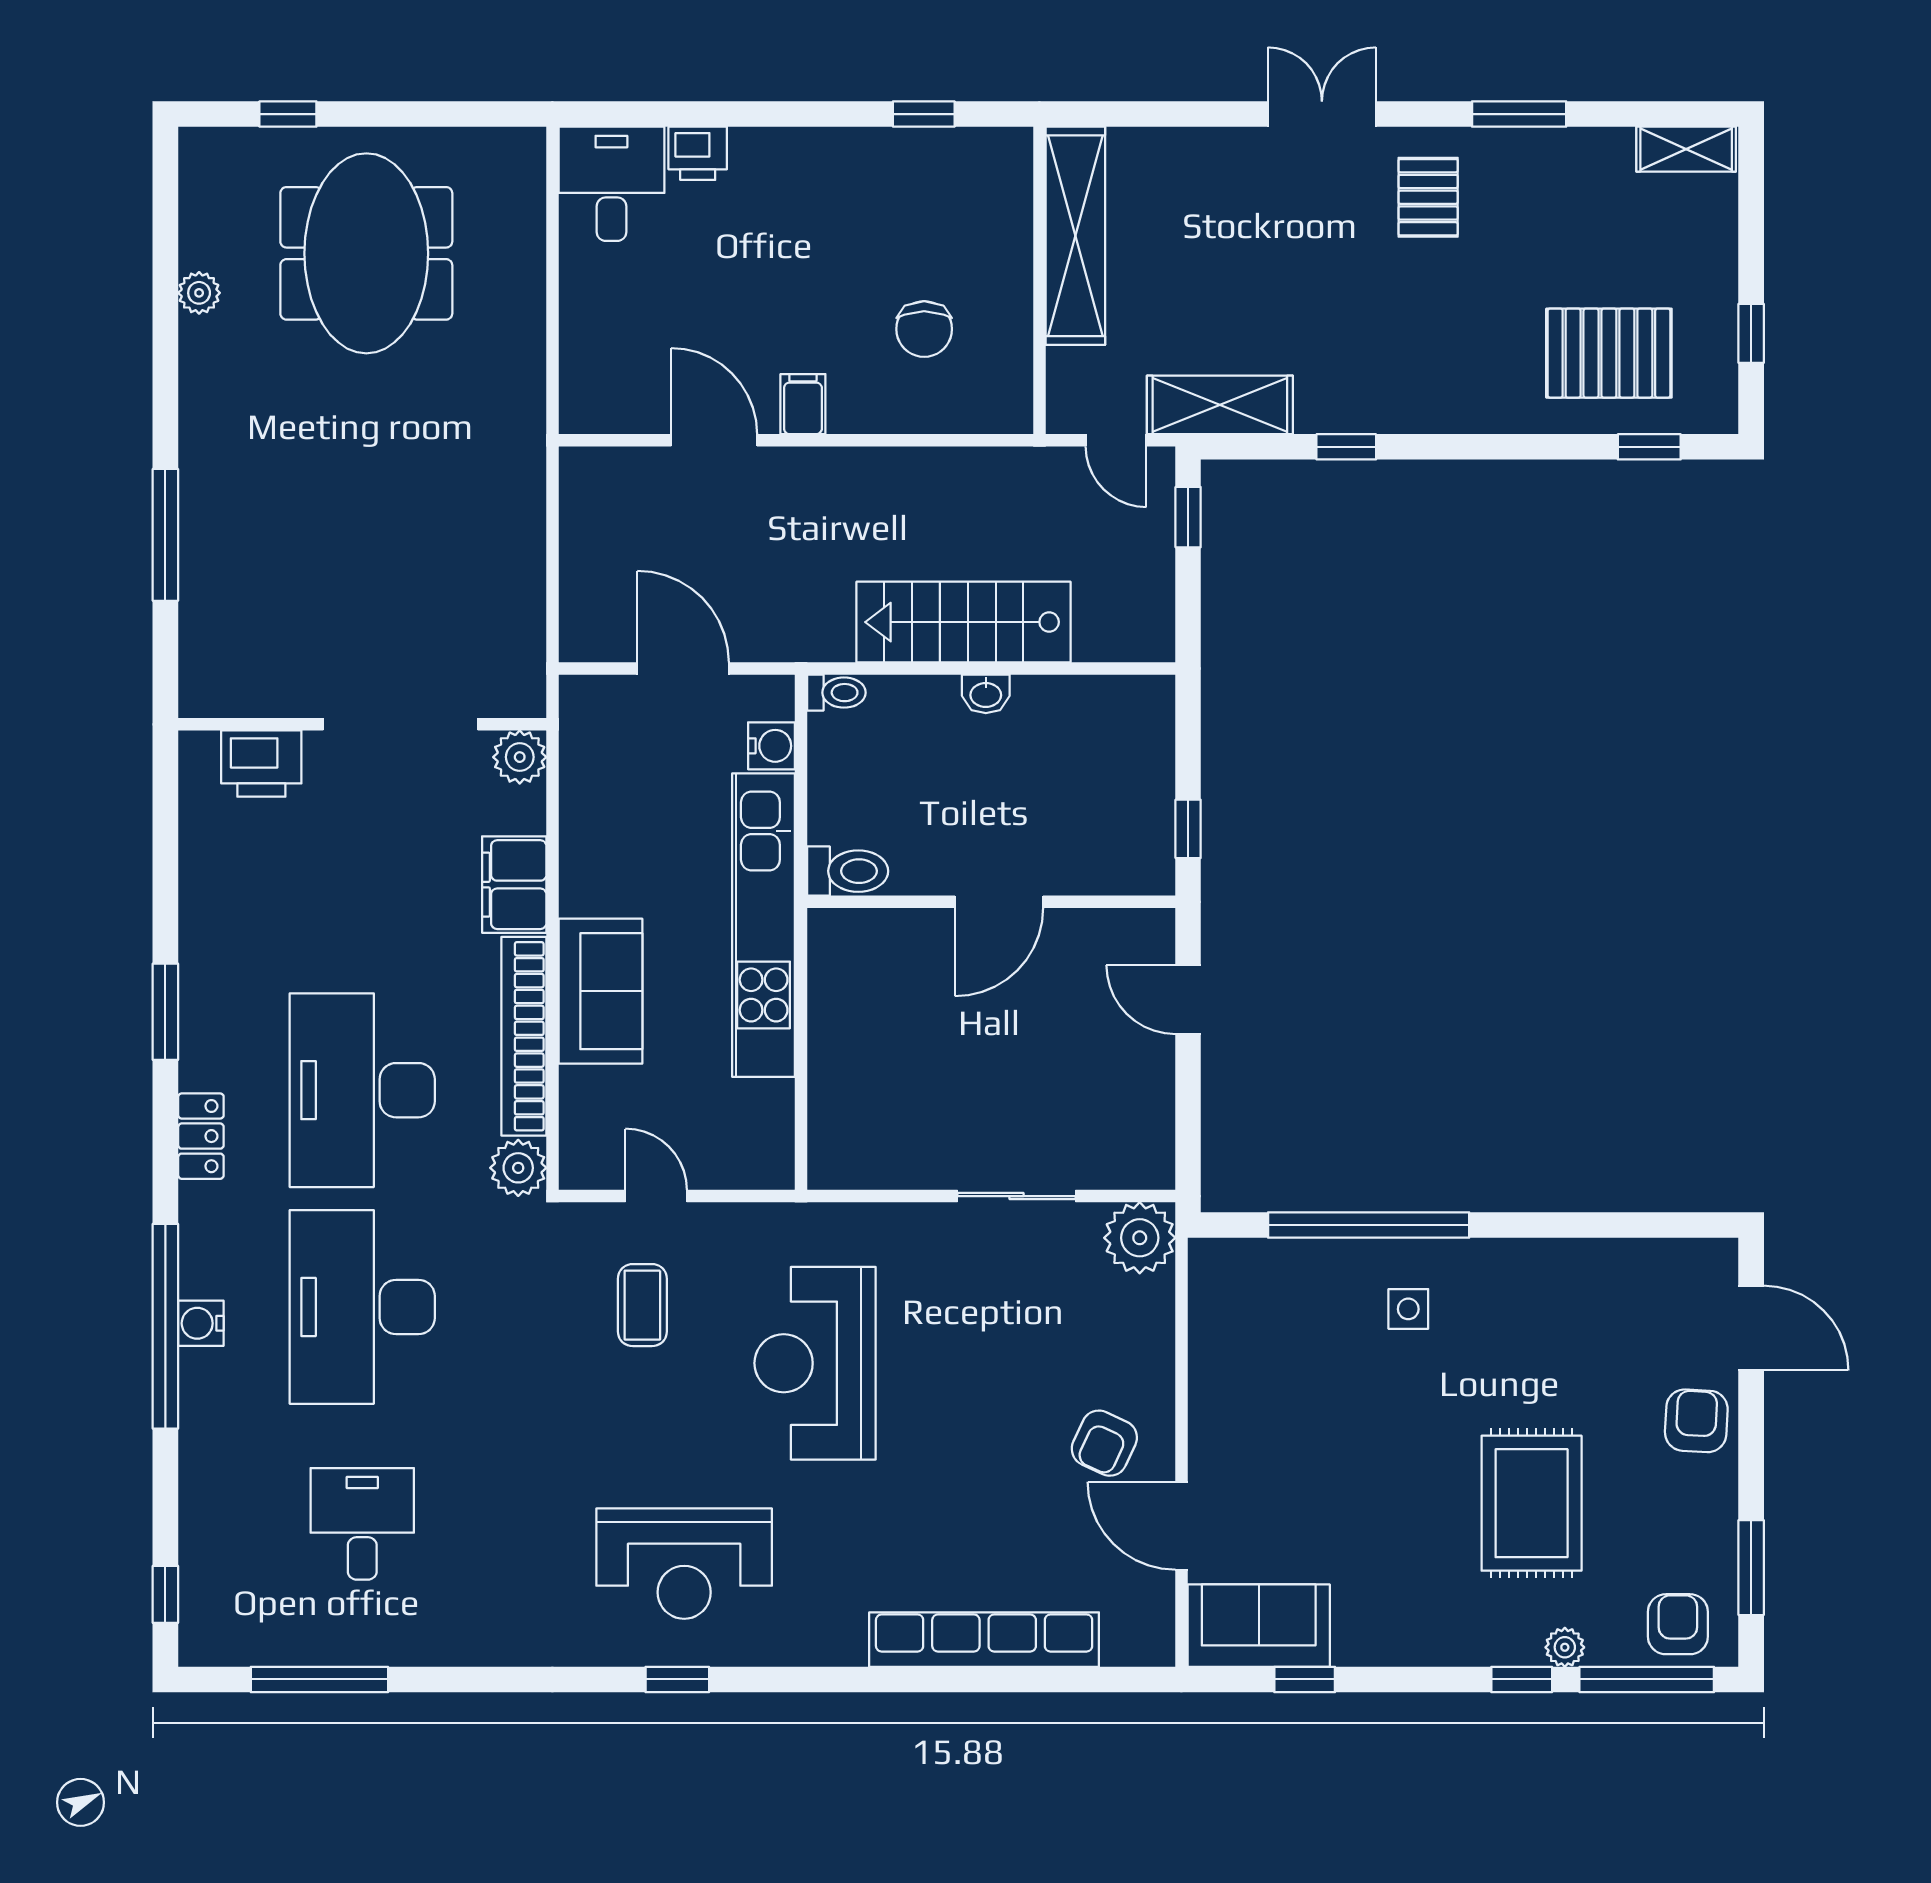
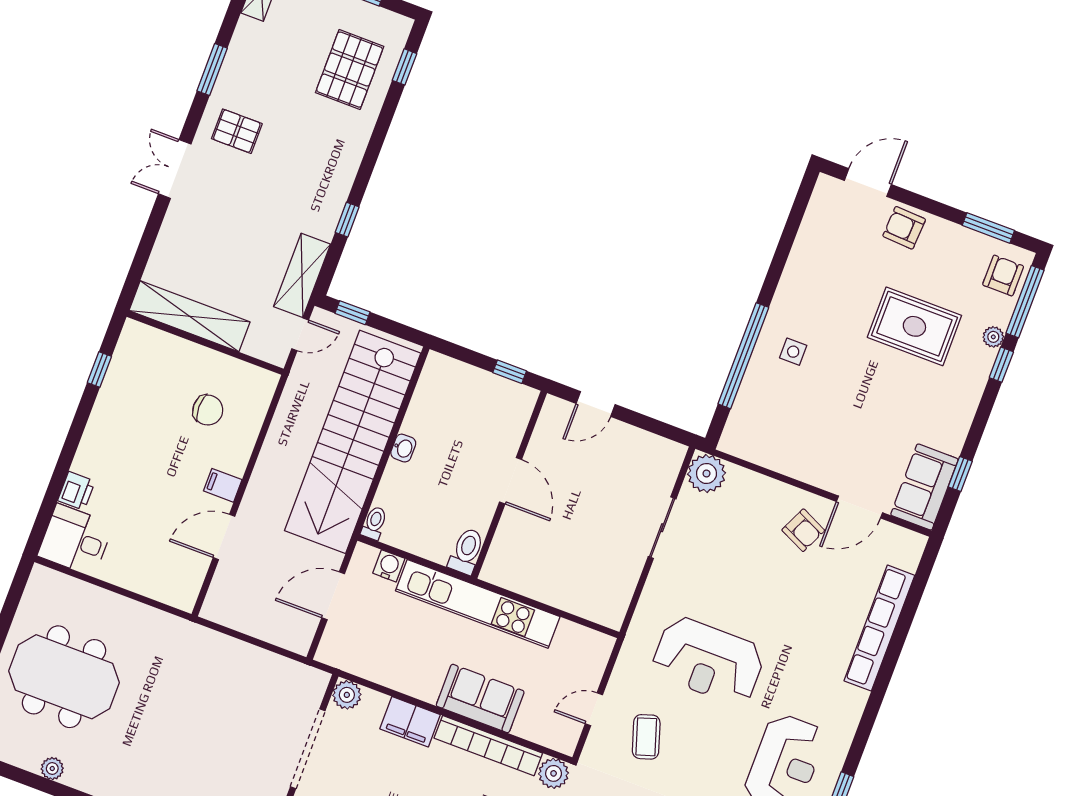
stairs: (963, 622) -> (353, 442), width x1.86, depth x1.51
coffee table: (642, 1305) -> (646, 737), turned 72
armchair: (1678, 1624) -> (1003, 276), turned 90

